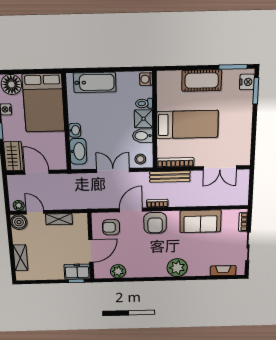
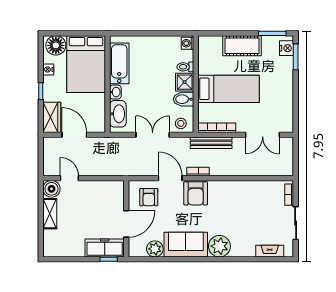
bathtub: (95, 82) -> (119, 63), moved, turned -90
plant: (19, 205) -> (53, 170), removed
door: (131, 210) -> (170, 178), hinge flipped
shelving: (59, 219) -> (94, 187), removed
sofa: (200, 221) -> (186, 245), moved, turned 180
armchair: (111, 227) -> (149, 197), turned -90
shelving: (20, 258) -> (50, 214), moved
freezer: (77, 272) -> (105, 248), width x1.40

